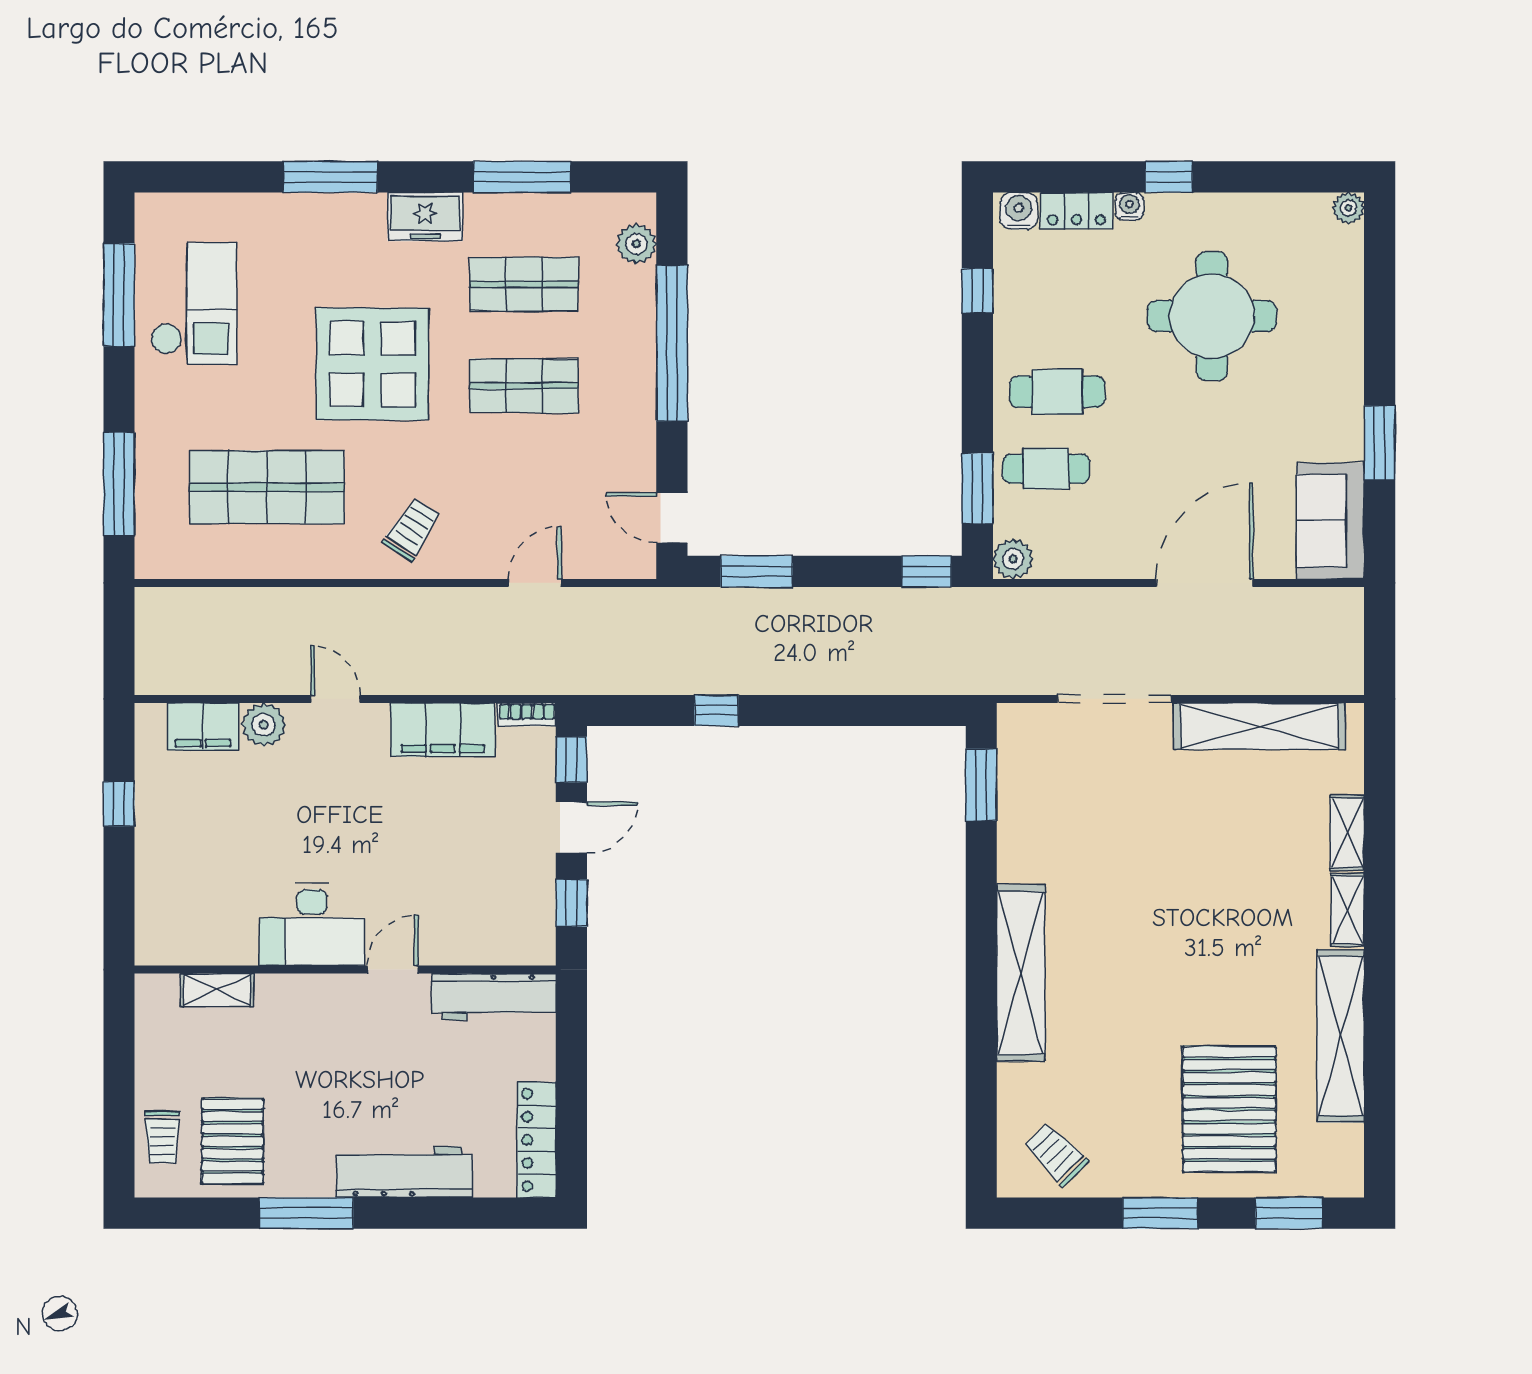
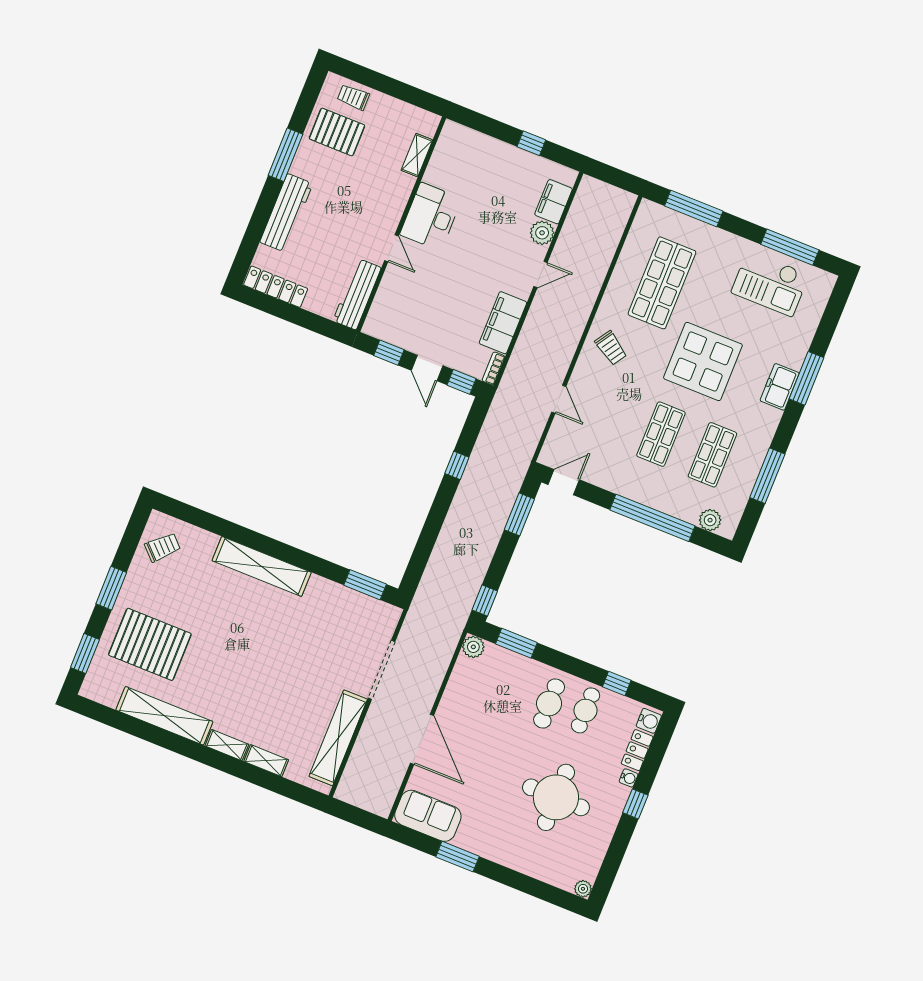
freezer: (425, 217) -> (780, 387), moved
cafe table: (1046, 469) -> (585, 710), moved

